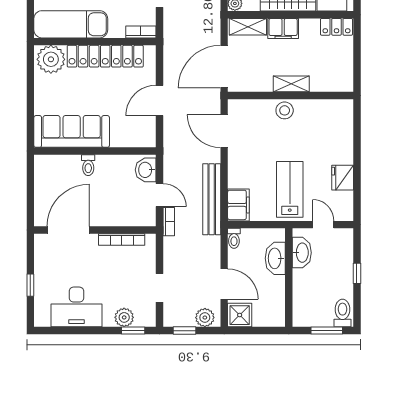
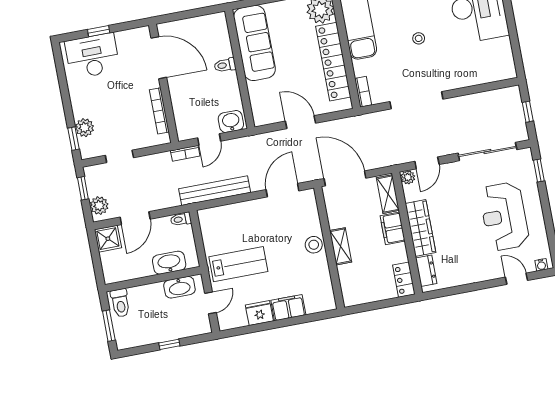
filing cabinet: (238, 205) -> (288, 308), moved, turned 180
desk: (76, 307) -> (92, 56), moved, turned 90
toilet: (342, 313) -> (120, 303), moved, turned 90

